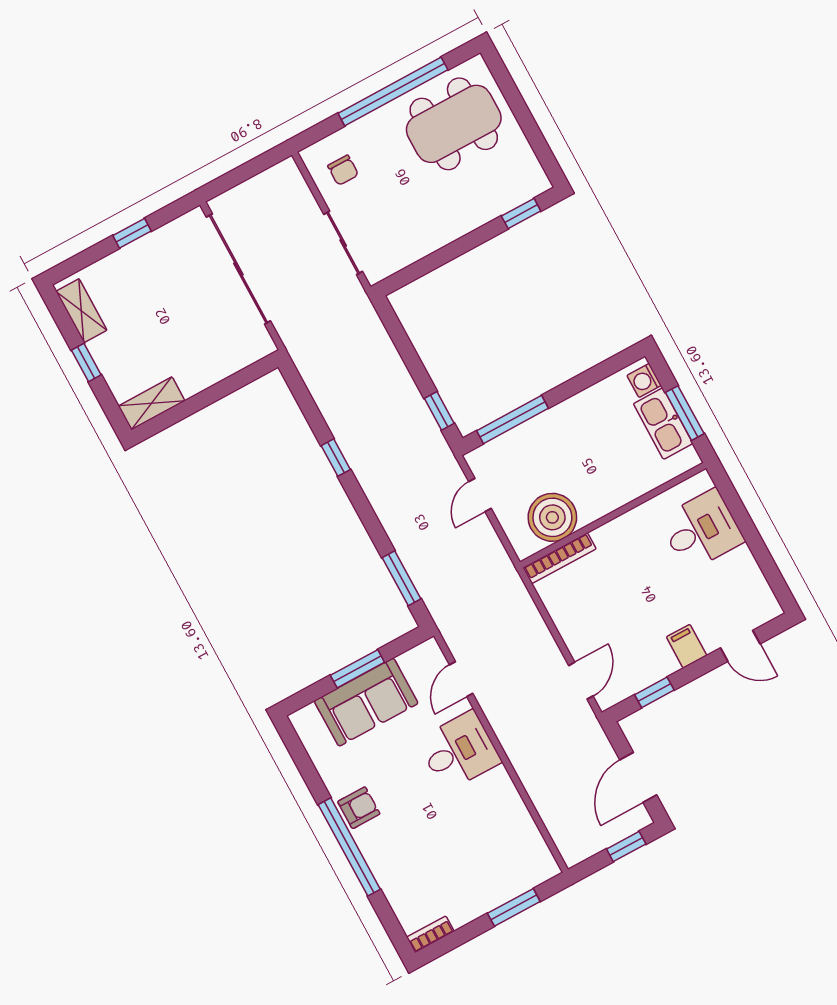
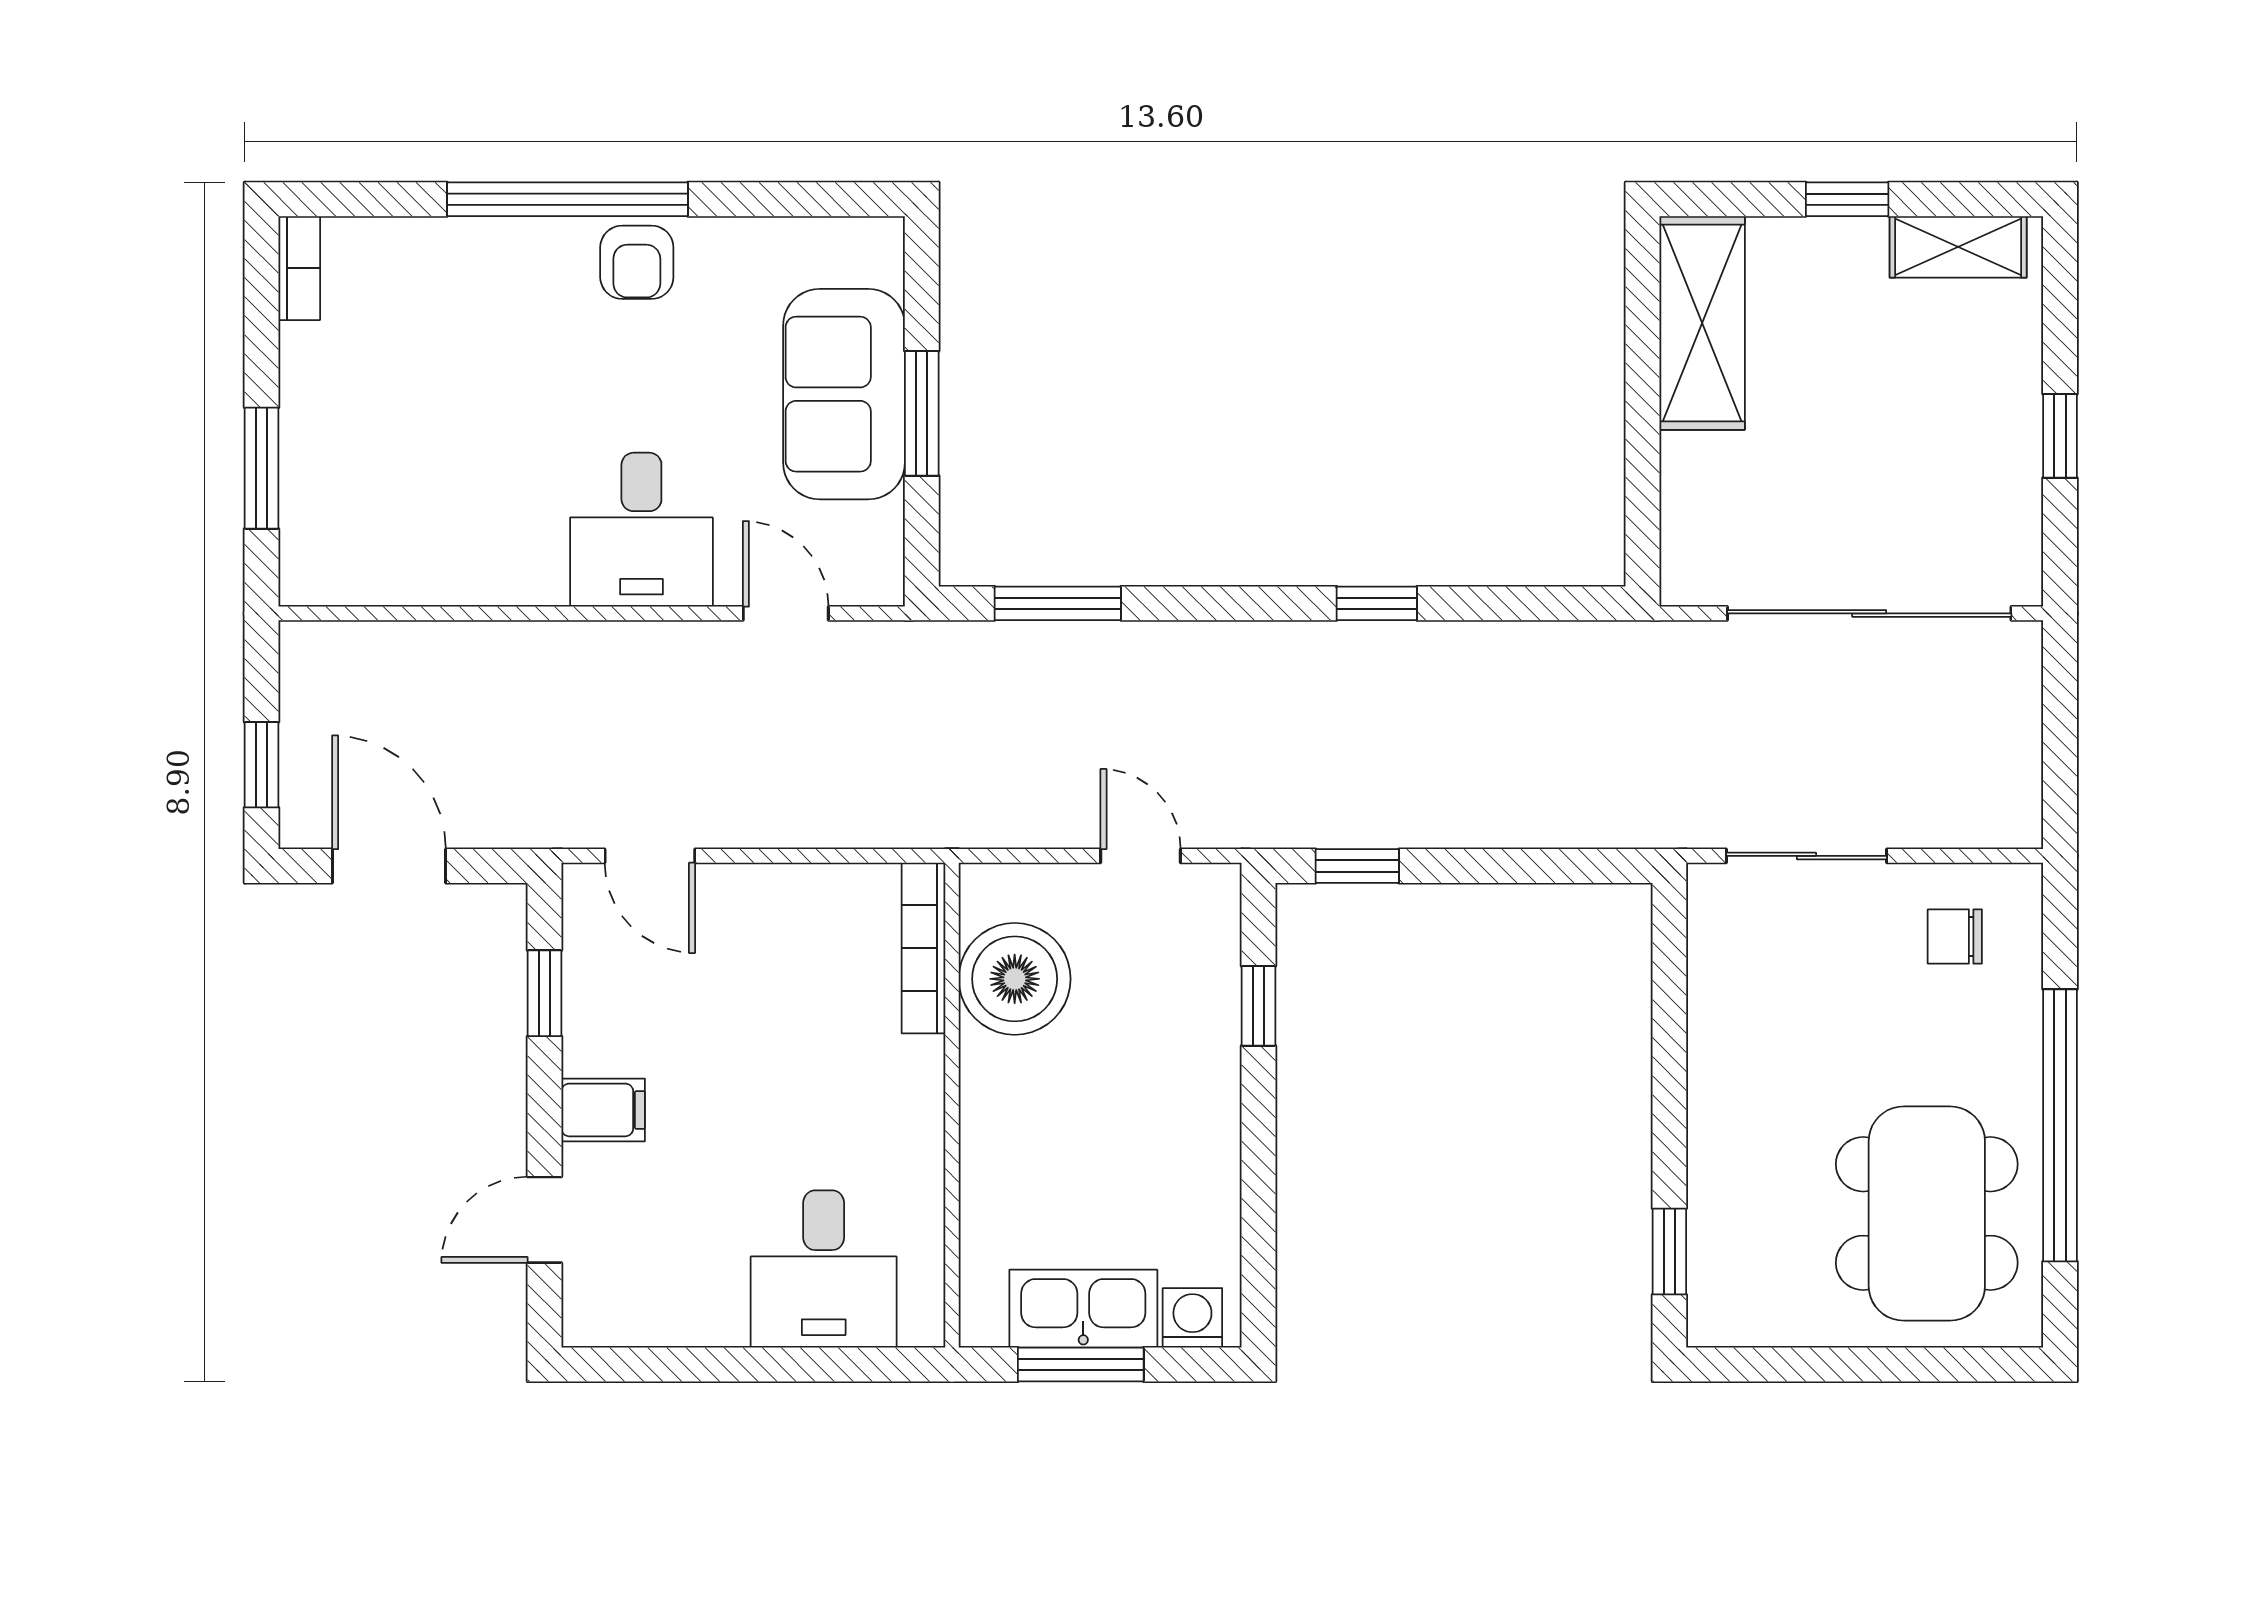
shelving: (152, 403) -> (1702, 323), width x1.50, depth x1.33
window: (513, 420) -> (1258, 1006), width x0.46

